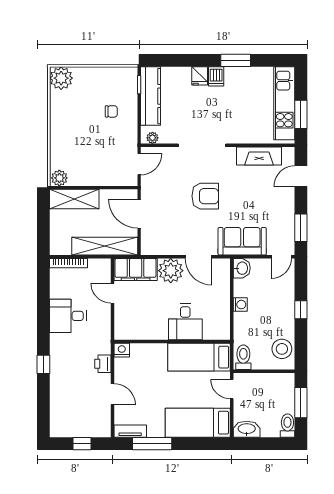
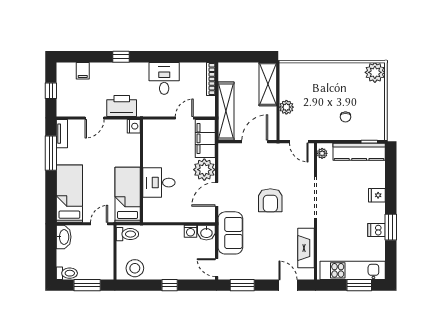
dishwasher: (216, 76) -> (376, 230), moved
window: (301, 114) -> (359, 285), moved
plant: (59, 178) -> (286, 107), moved
washing machine: (240, 305) -> (190, 231), moved
printer: (103, 364) -> (122, 106), width x1.87, depth x1.48
filing cabinet: (59, 408) -> (83, 71), added

